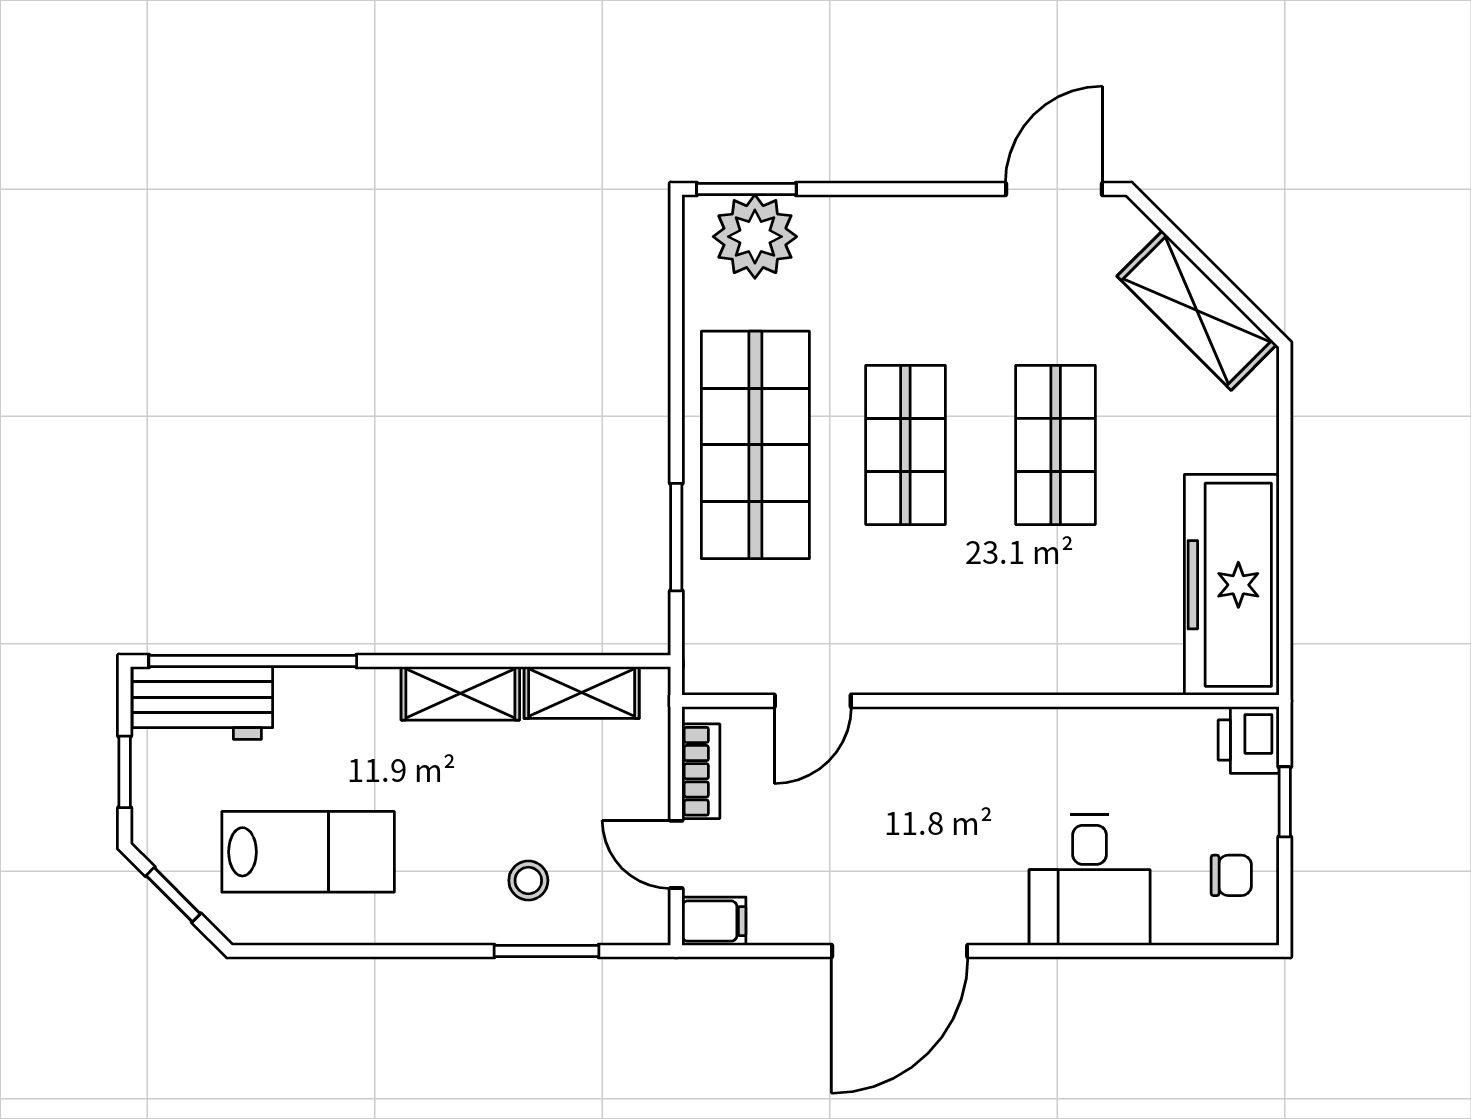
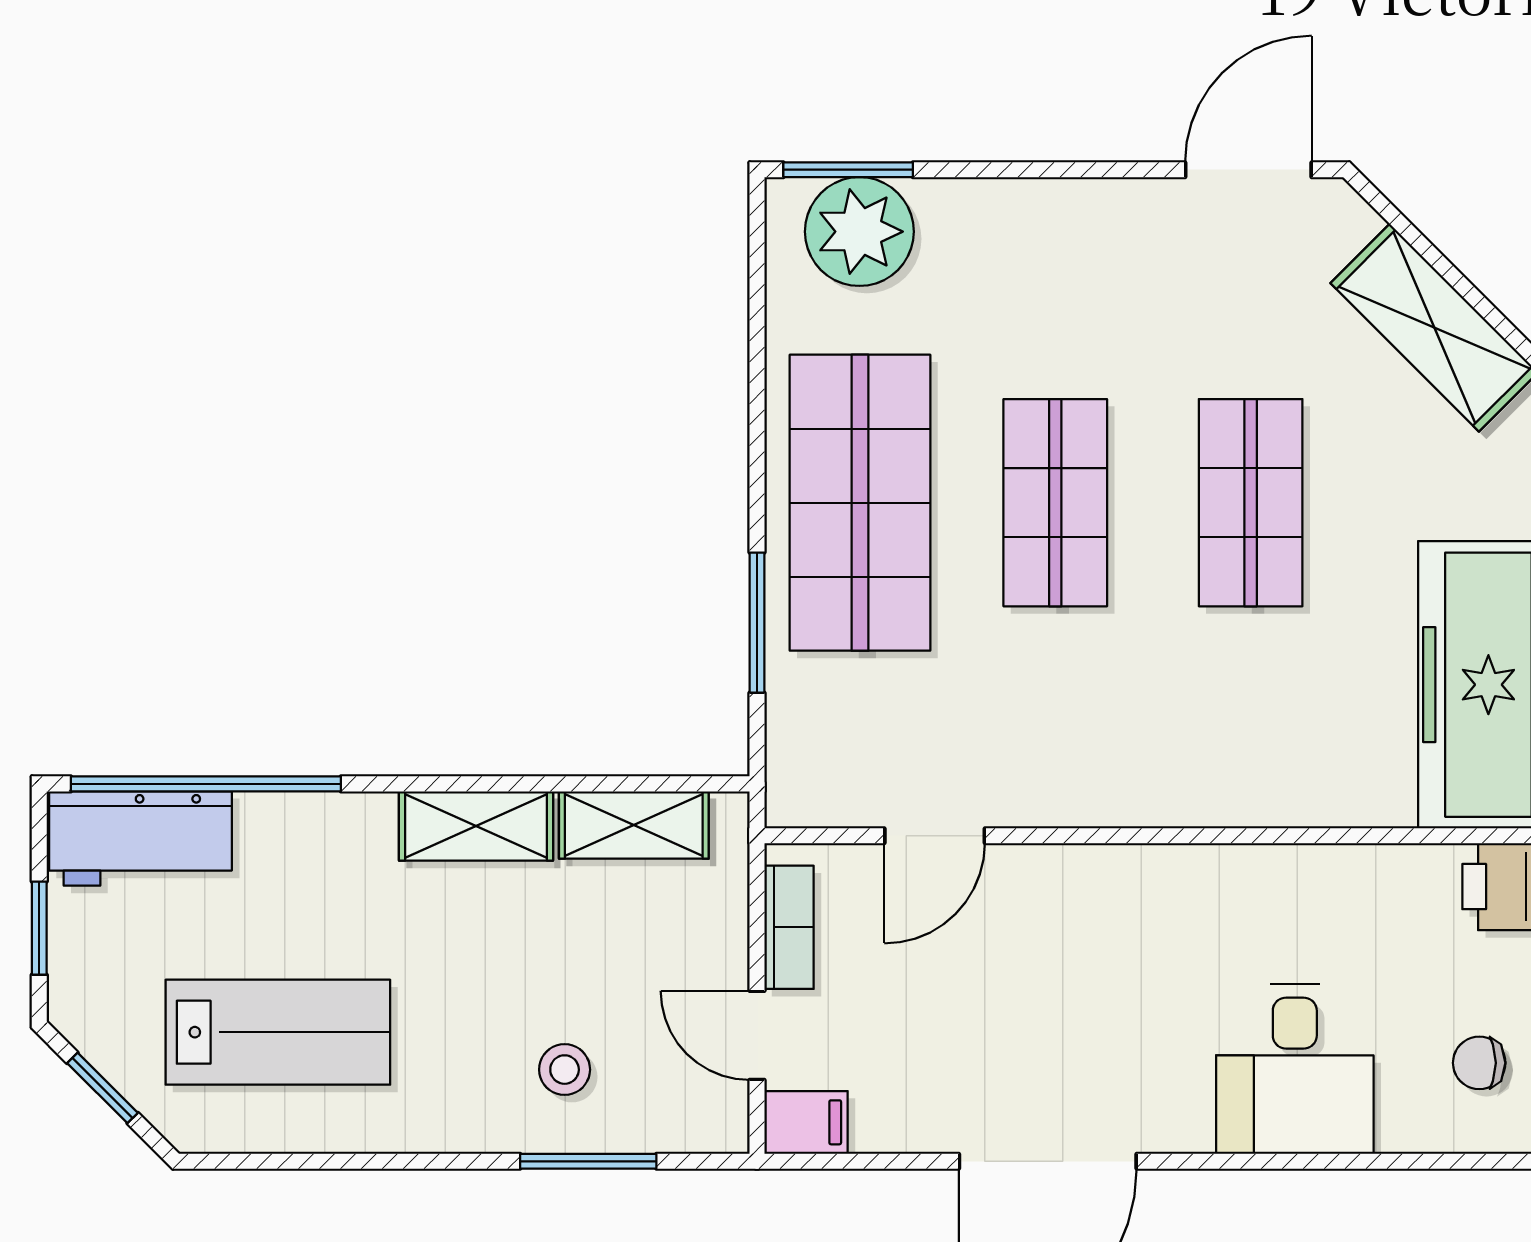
chair: (1231, 875) -> (1479, 1063), turned 180

